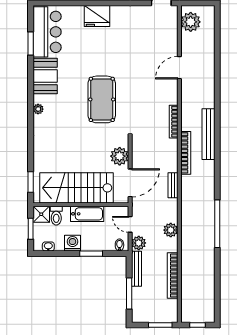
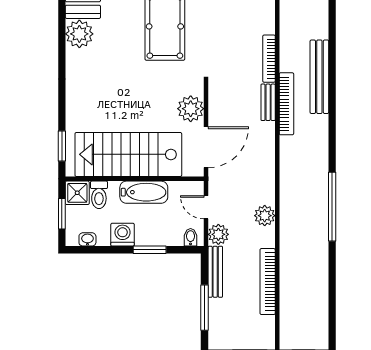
plant: (38, 109) -> (79, 34), width x1.88, depth x1.88
bench: (173, 185) -> (268, 102), moved

